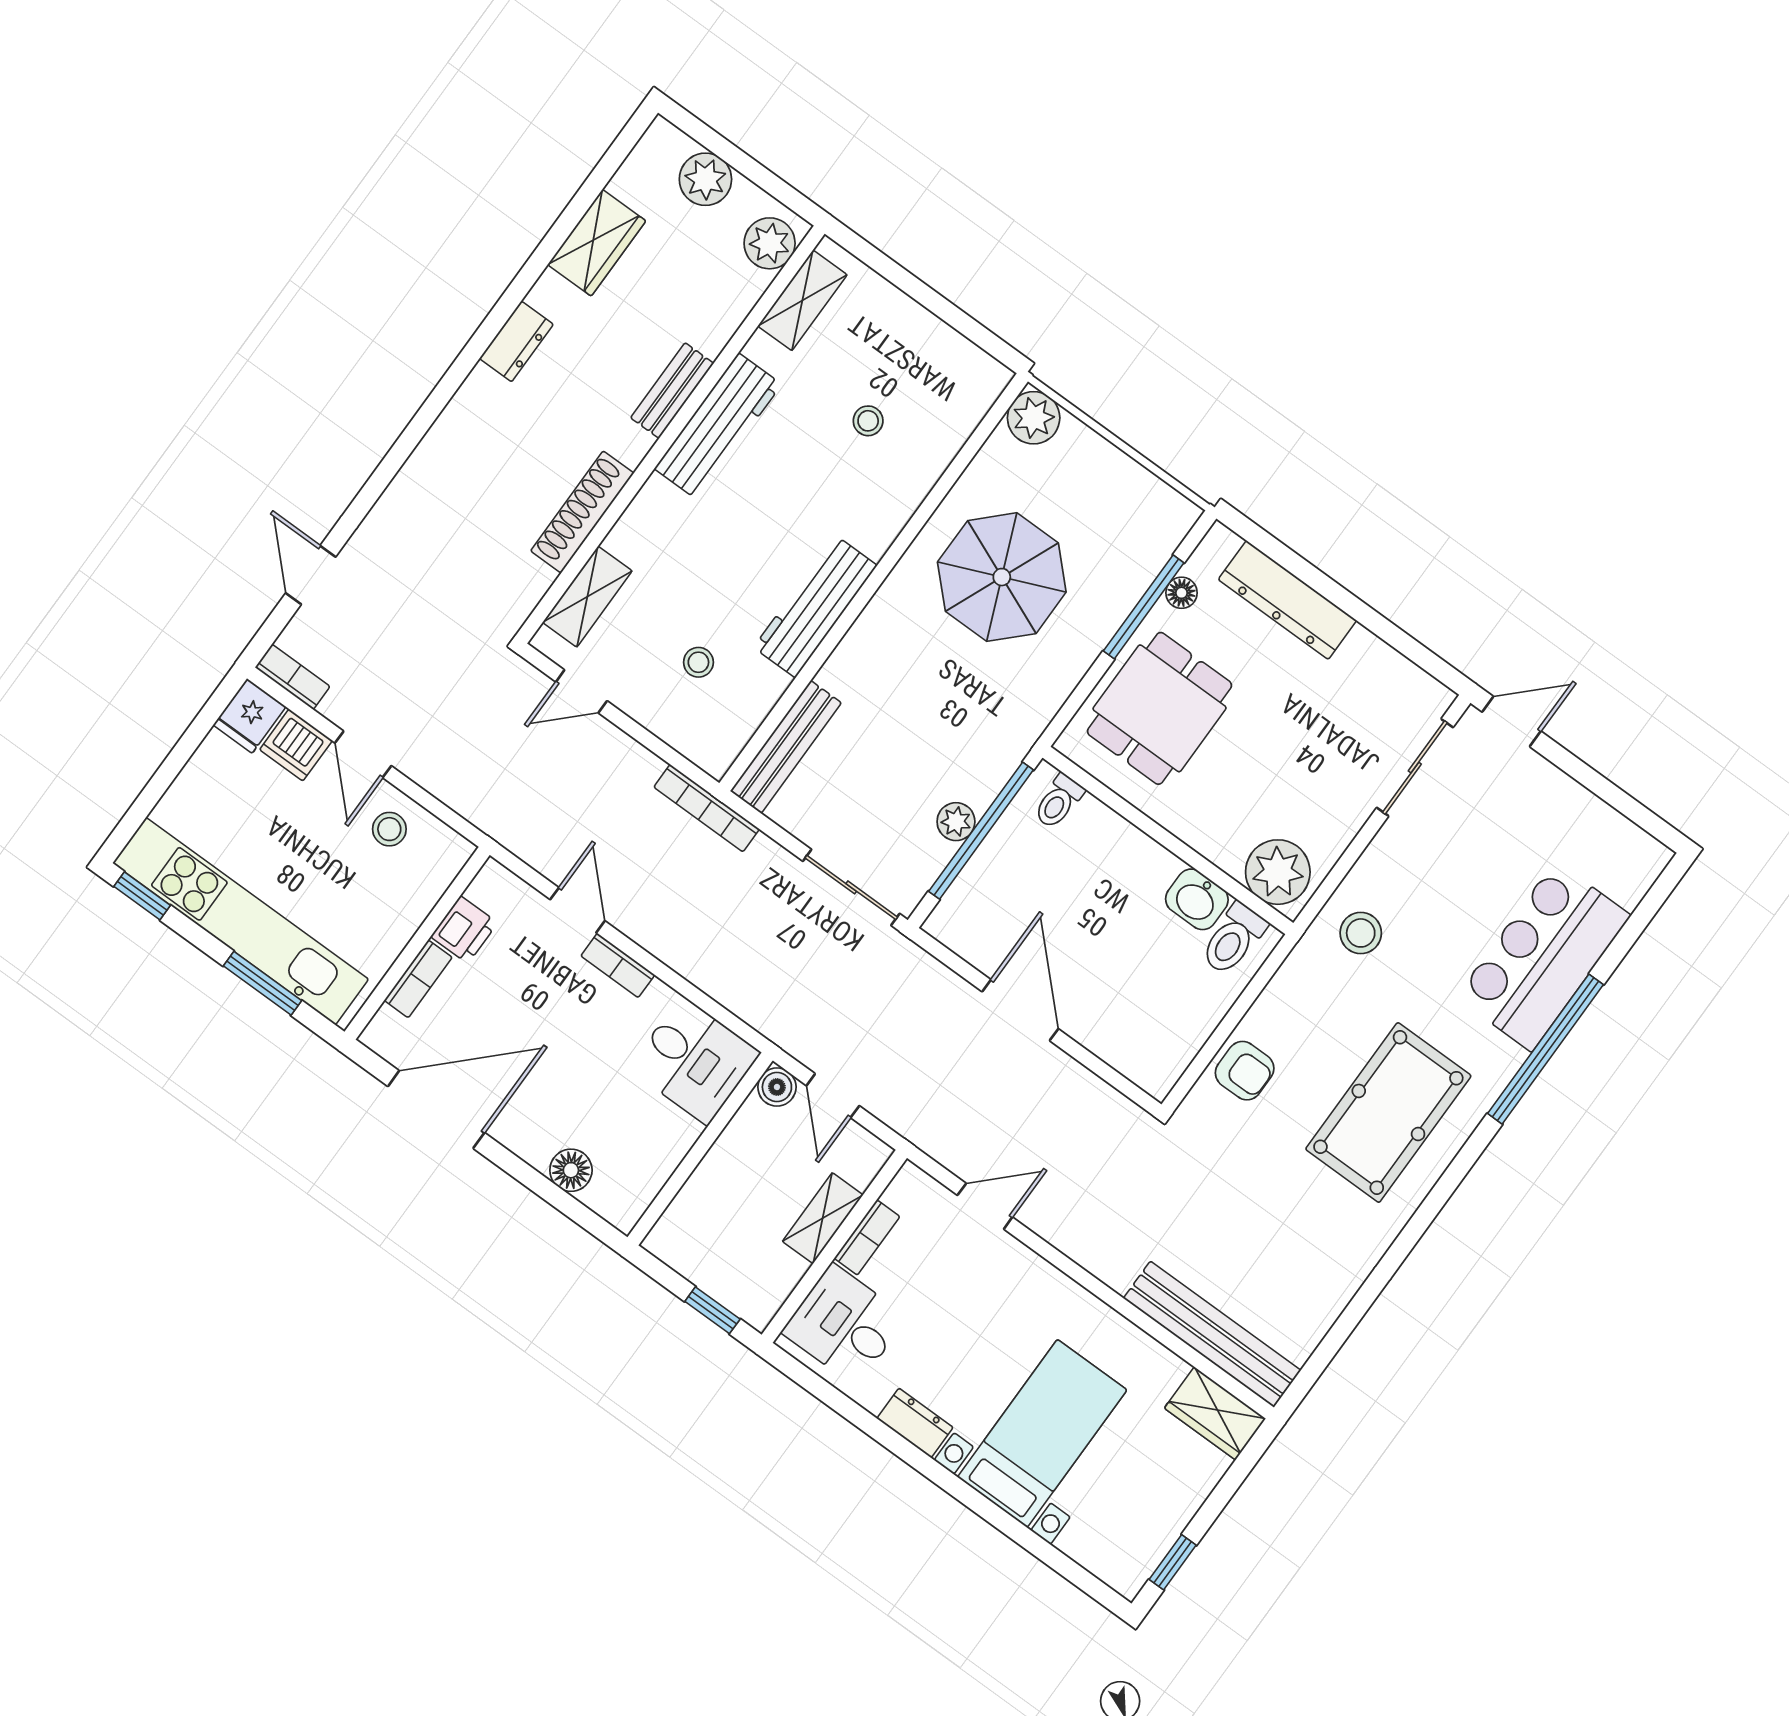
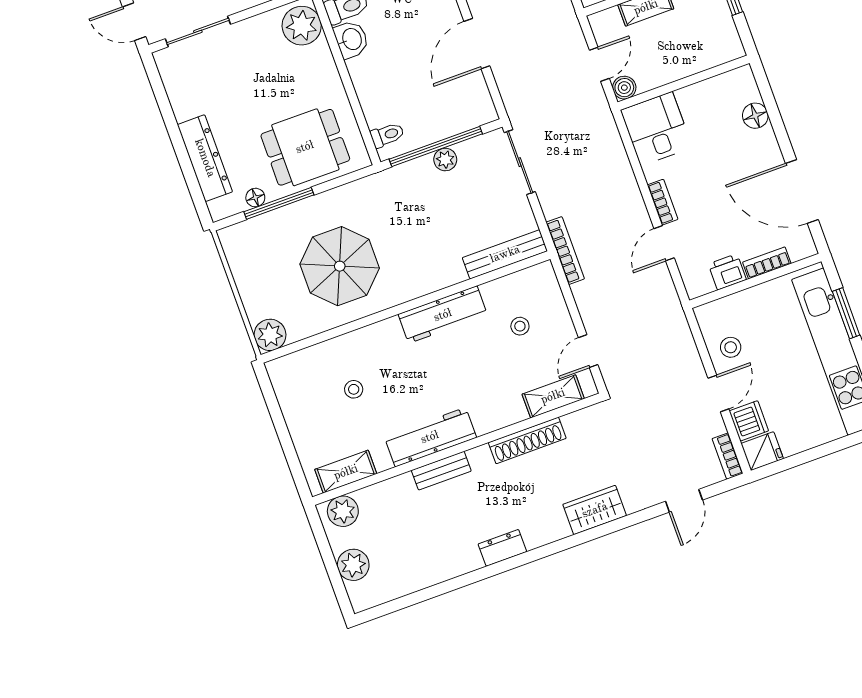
wardrobe: (597, 243) -> (595, 510), moved
door: (581, 691) -> (588, 351), swing flipped

